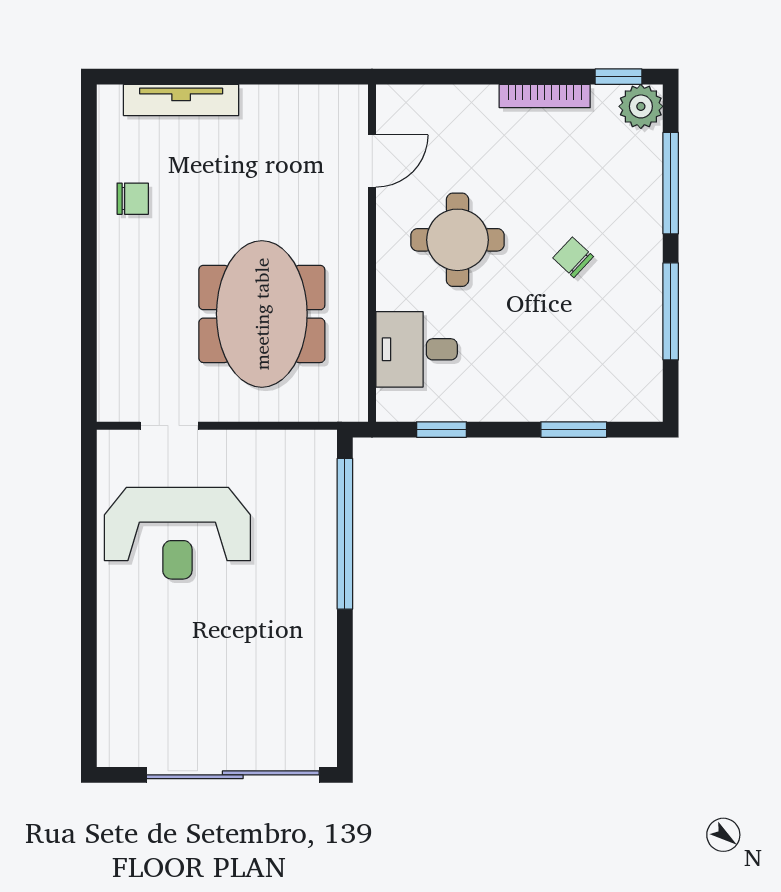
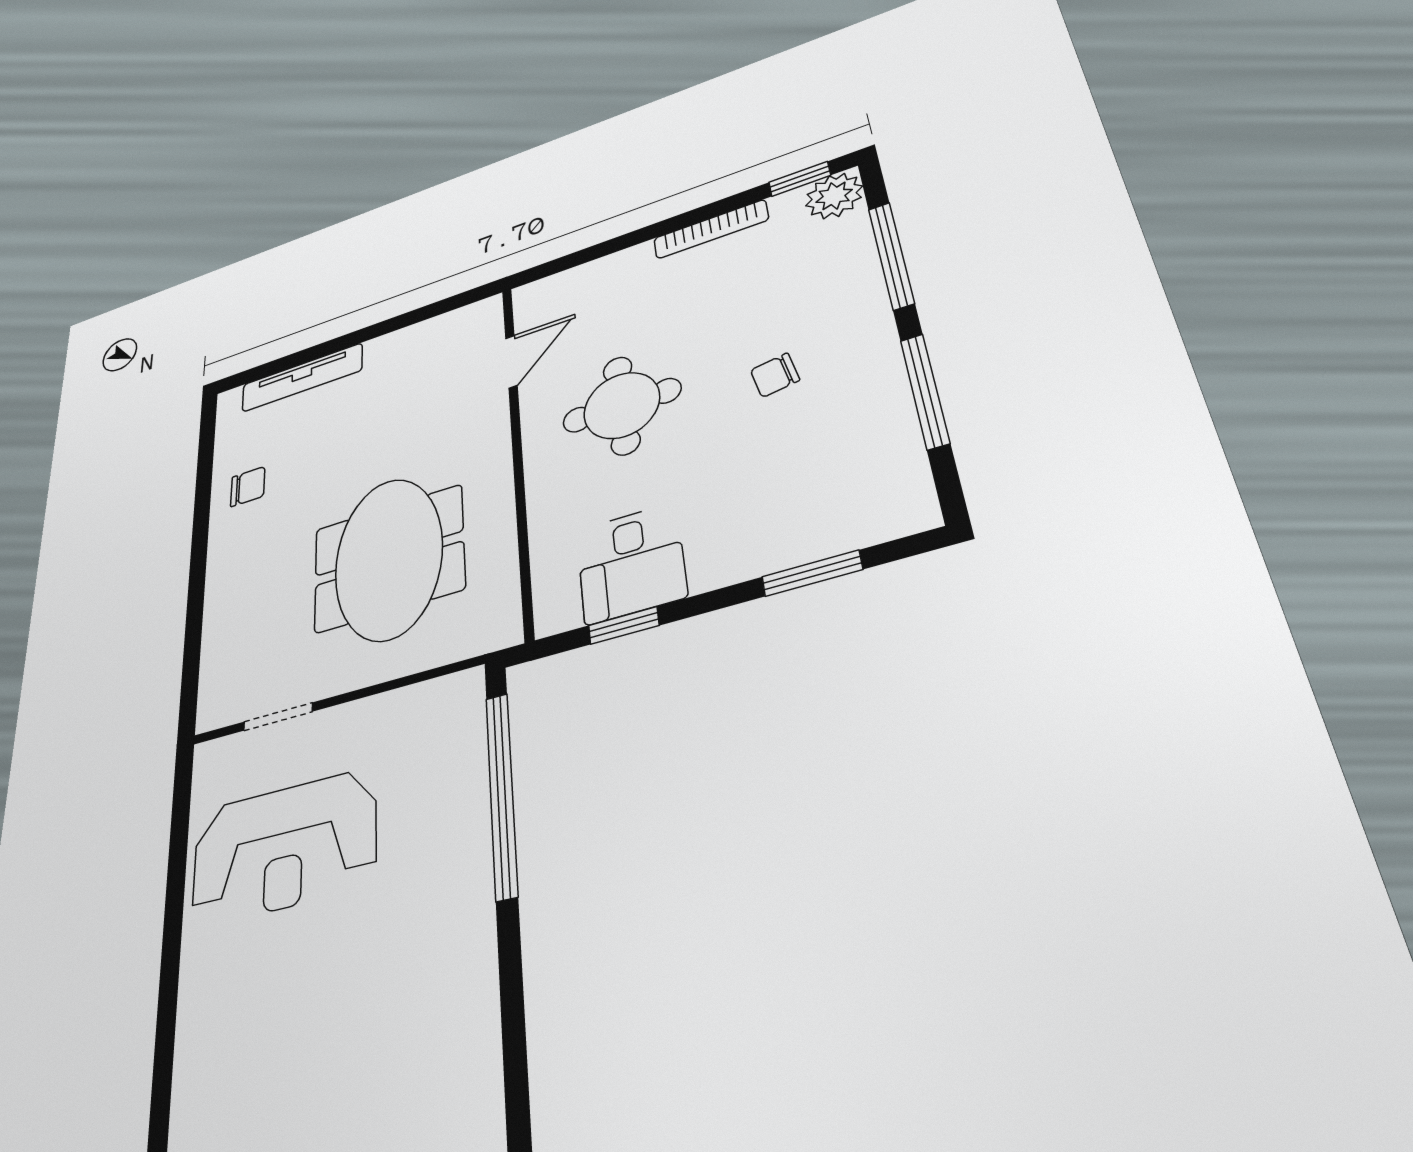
chair: (573, 257) -> (775, 375), turned -53
desk: (417, 349) -> (631, 563), moved, turned -90

